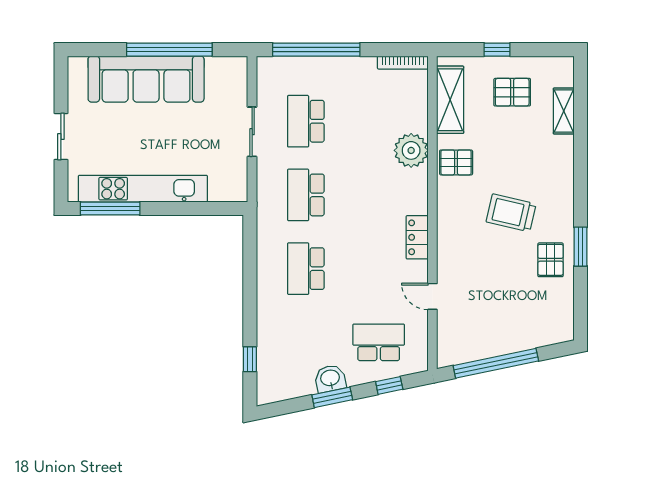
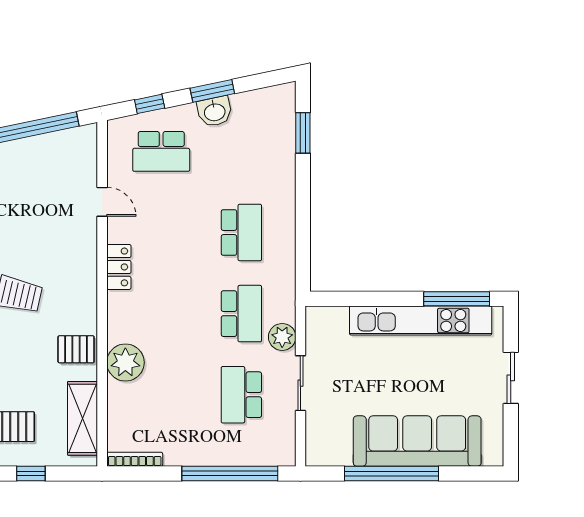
school desk: (306, 121) -> (241, 395), turned 180
plant: (269, 174) -> (282, 337), added
window: (250, 359) -> (303, 133), width x1.50

